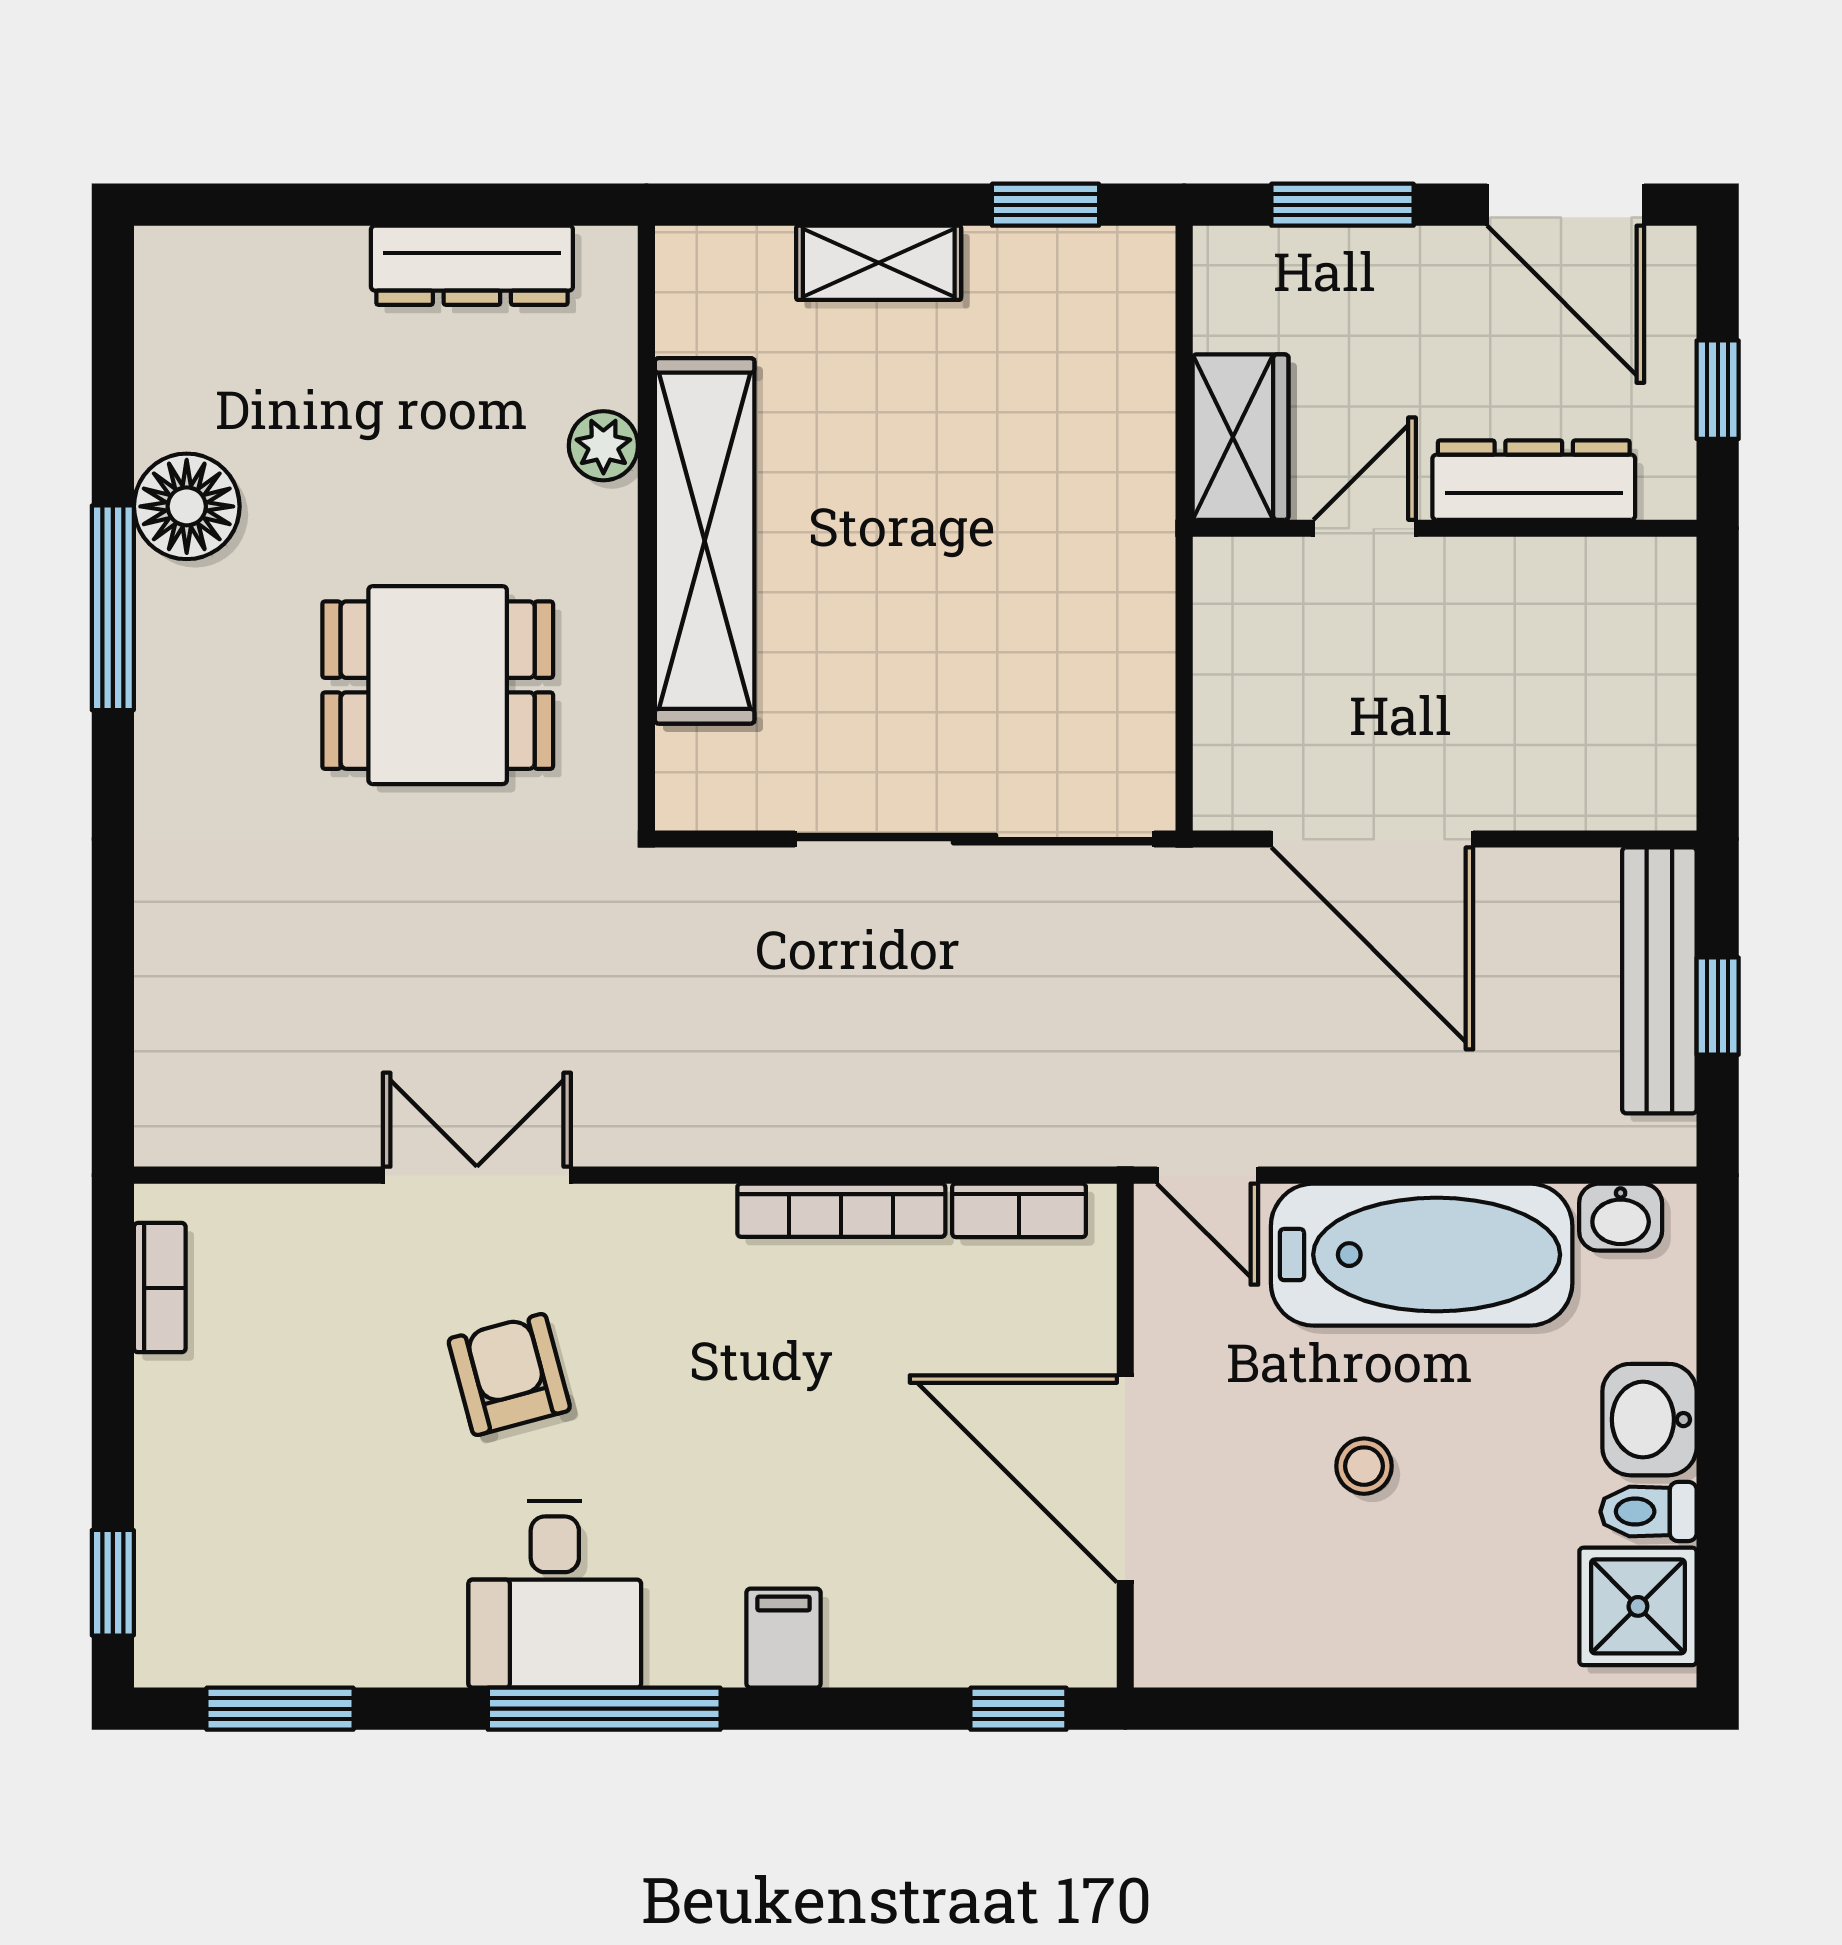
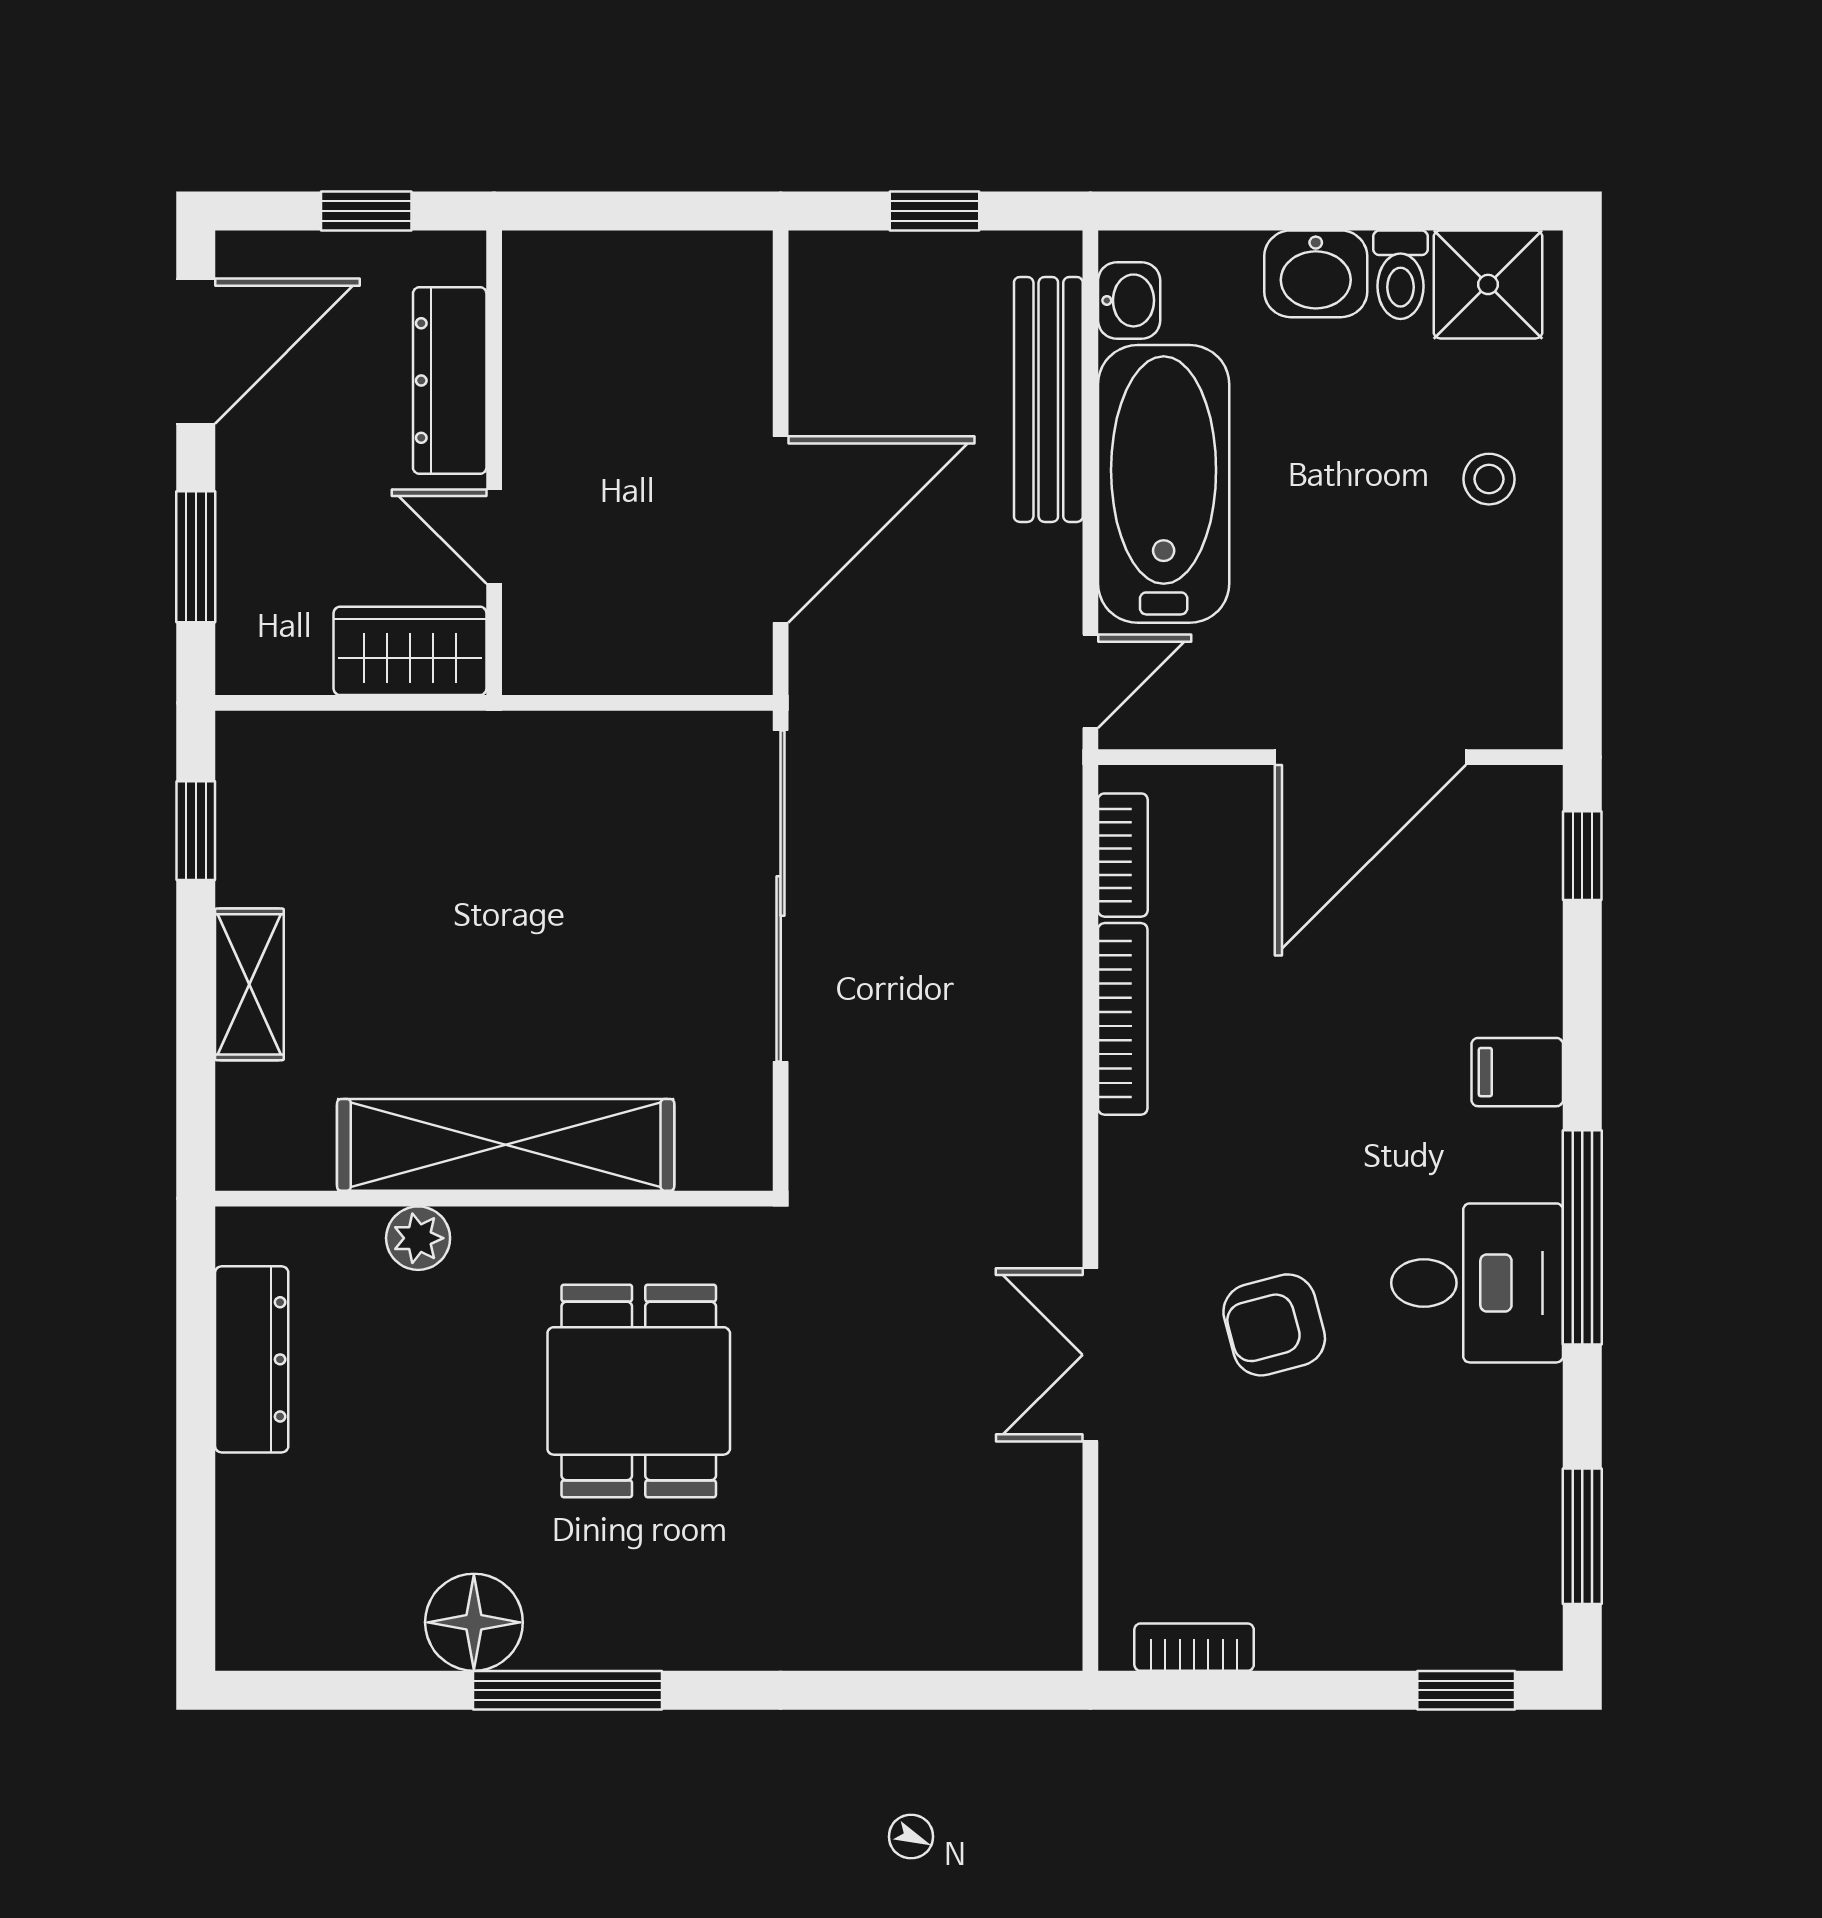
bench: (1659, 980) -> (1048, 399), moved, turned 90
stool: (1364, 1466) -> (1489, 479), moved

